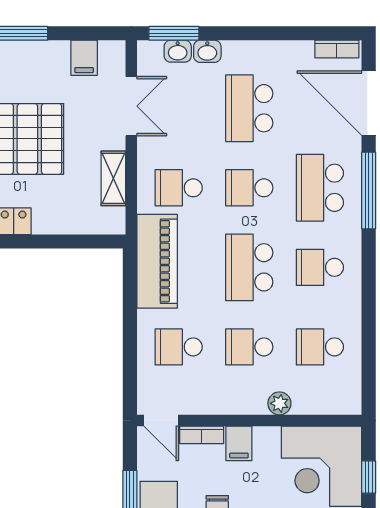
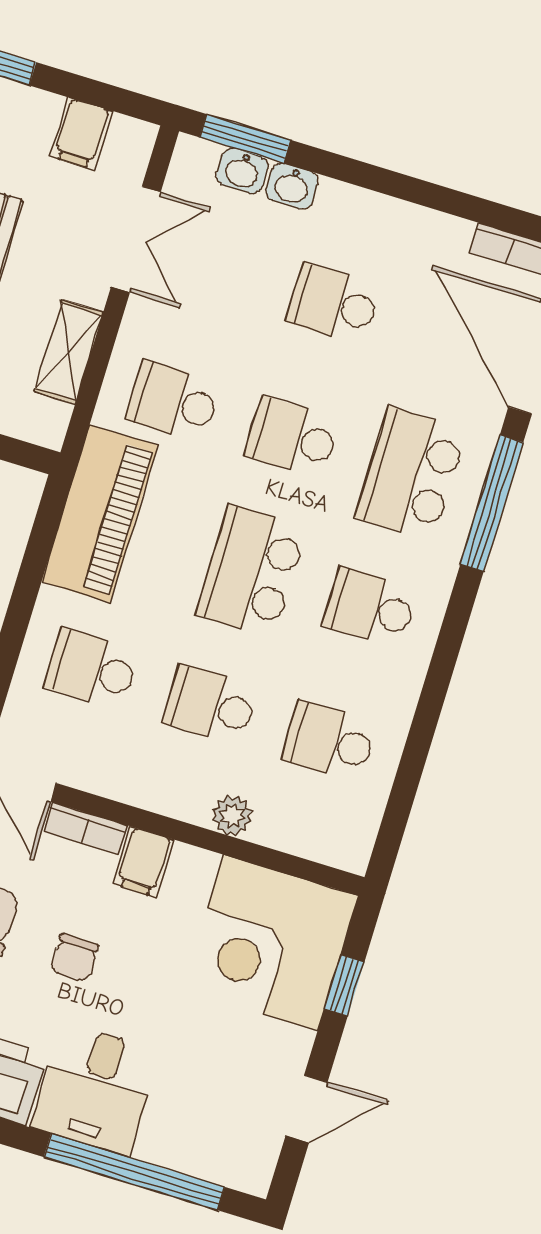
school desk: (249, 108) -> (333, 303), width x0.54

